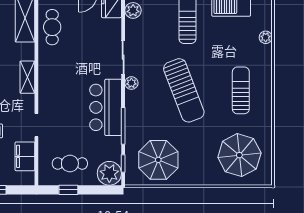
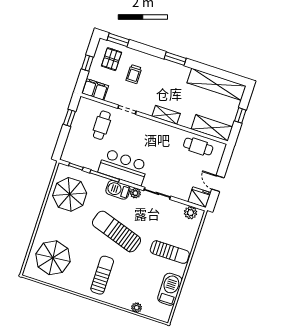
sun lounger: (184, 90) -> (117, 231), turned 39
sun lounger: (241, 90) -> (102, 275), turned -90
barbecue: (134, 105) -> (118, 190), added
filing cabinet: (25, 156) -> (95, 89), moved
cafe table: (70, 163) -> (102, 125), moved
plant: (109, 173) -> (72, 153), removed

